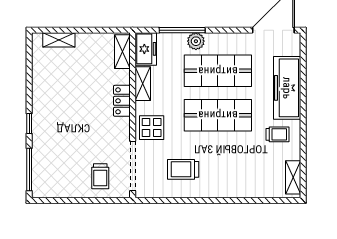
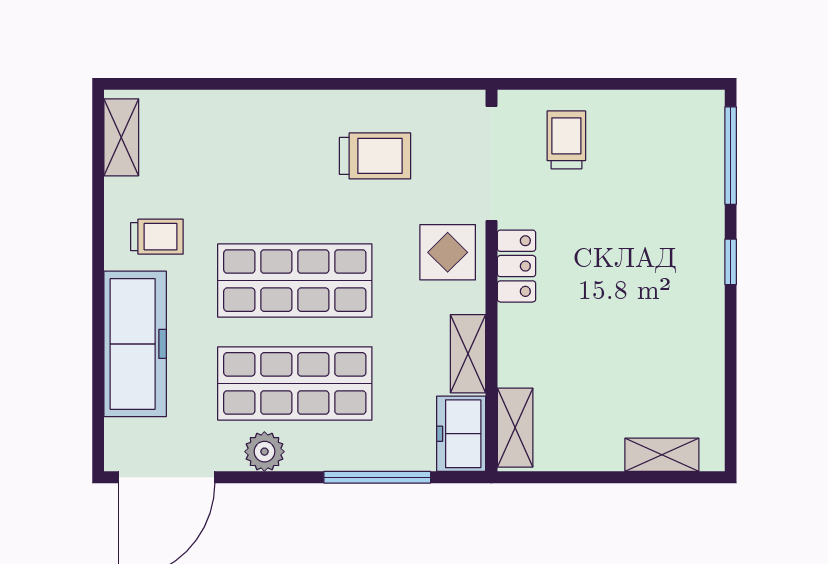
plant: (196, 41) -> (264, 452), moved
locker: (122, 101) -> (516, 266), moved
trolley: (278, 134) -> (157, 237), turned 180

